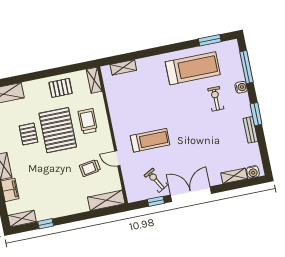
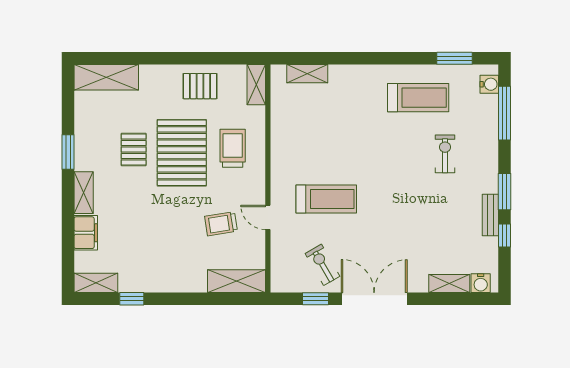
treadmill: (193, 68) -> (418, 98), width x0.73, depth x0.73
water cooler: (241, 87) -> (489, 84), moved
window: (261, 140) -> (505, 235), added

